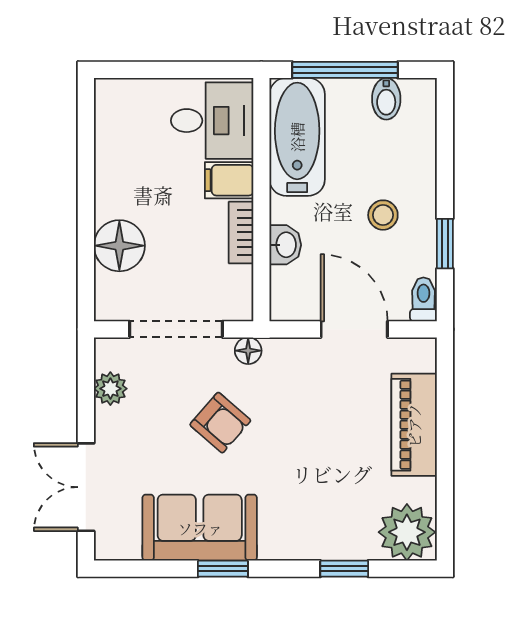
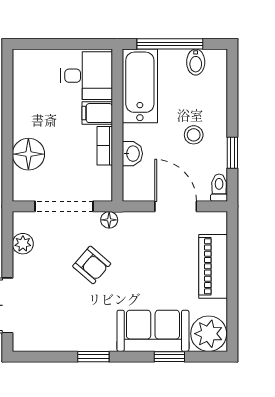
sofa: (200, 528) -> (153, 331), moved

